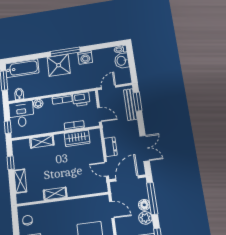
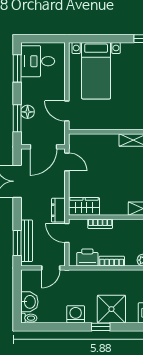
window: (65, 52) -> (101, 327), width x0.46
wardrobe: (77, 138) -> (84, 206), moved
dresser: (111, 147) -> (58, 210), moved
window: (152, 198) -> (17, 118), width x0.69
plant: (145, 218) -> (28, 96), removed

